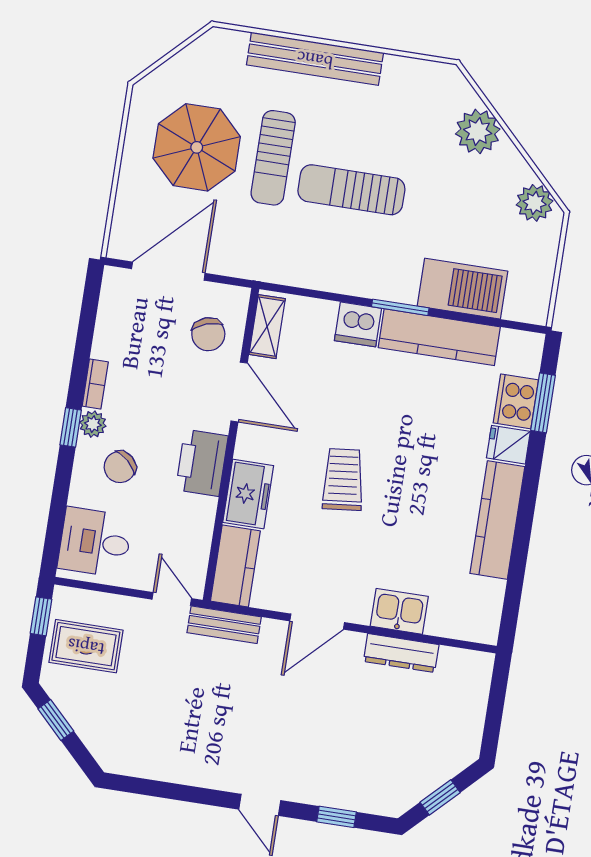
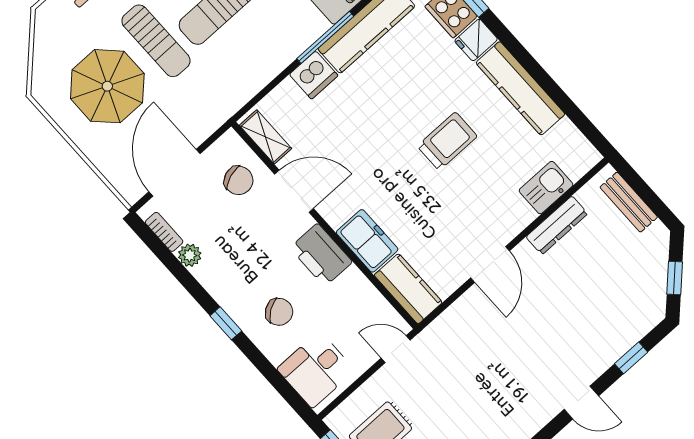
window: (400, 307) -> (325, 37), width x1.44
bookcase: (95, 384) -> (164, 232), moved
plant: (93, 424) -> (190, 255), moved
chair: (120, 467) -> (279, 312), turned -76
trolley: (343, 479) -> (447, 141), moved, turned 96
kitchen sink: (399, 611) -> (546, 188), moved
bench: (224, 625) -> (629, 202), moved, turned 90

